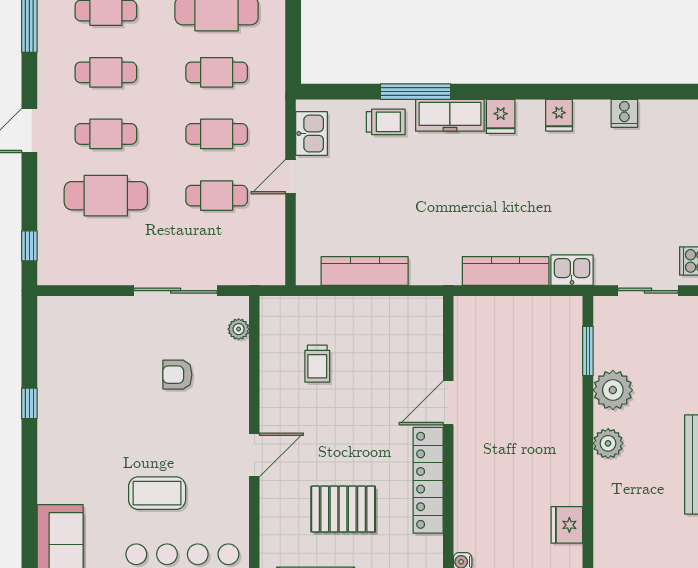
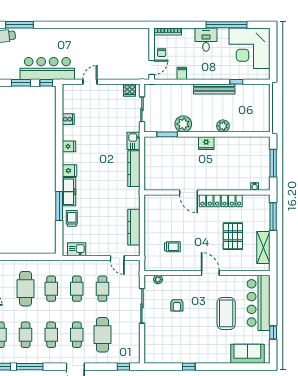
door: (290, 177) -> (117, 258), moved
plant: (608, 443) -> (223, 126), moved
coffee table: (157, 493) -> (226, 313), width x1.36, depth x1.32
fridge: (567, 525) -> (206, 143), moved

